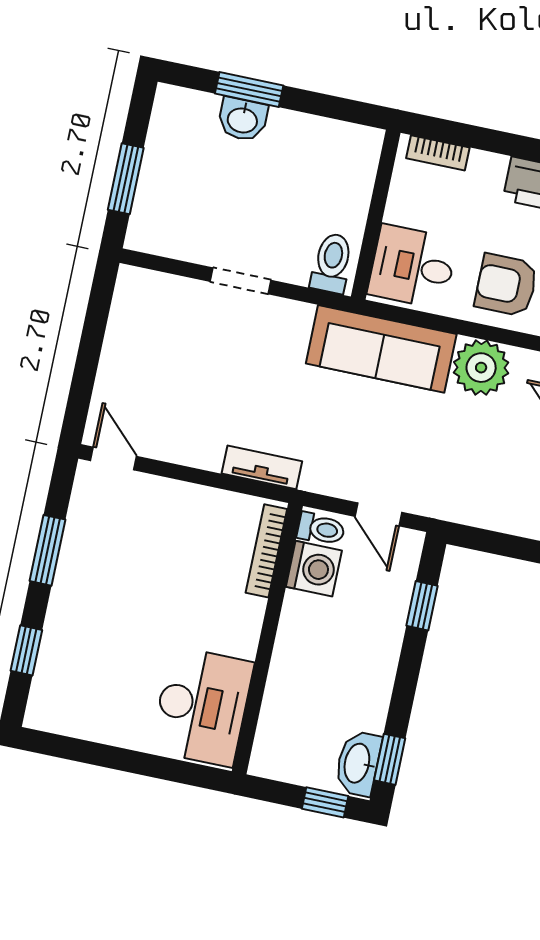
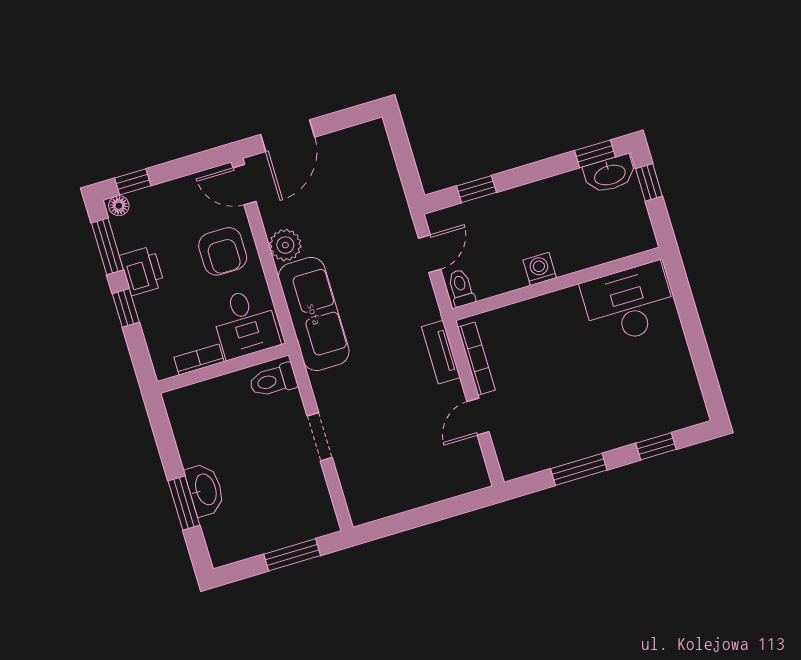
washbasin: (243, 119) -> (205, 490), width x1.38
window: (502, 143) -> (126, 308), added
bookcase: (438, 153) -> (199, 359), moved, turned -90
plant: (481, 368) -> (285, 245), width x0.73, depth x0.73
door: (114, 459) -> (478, 417), moved
bookcase: (266, 551) -> (476, 359), moved, turned -90
washing machine: (314, 569) -> (540, 269), moved, width x0.73, depth x0.73

